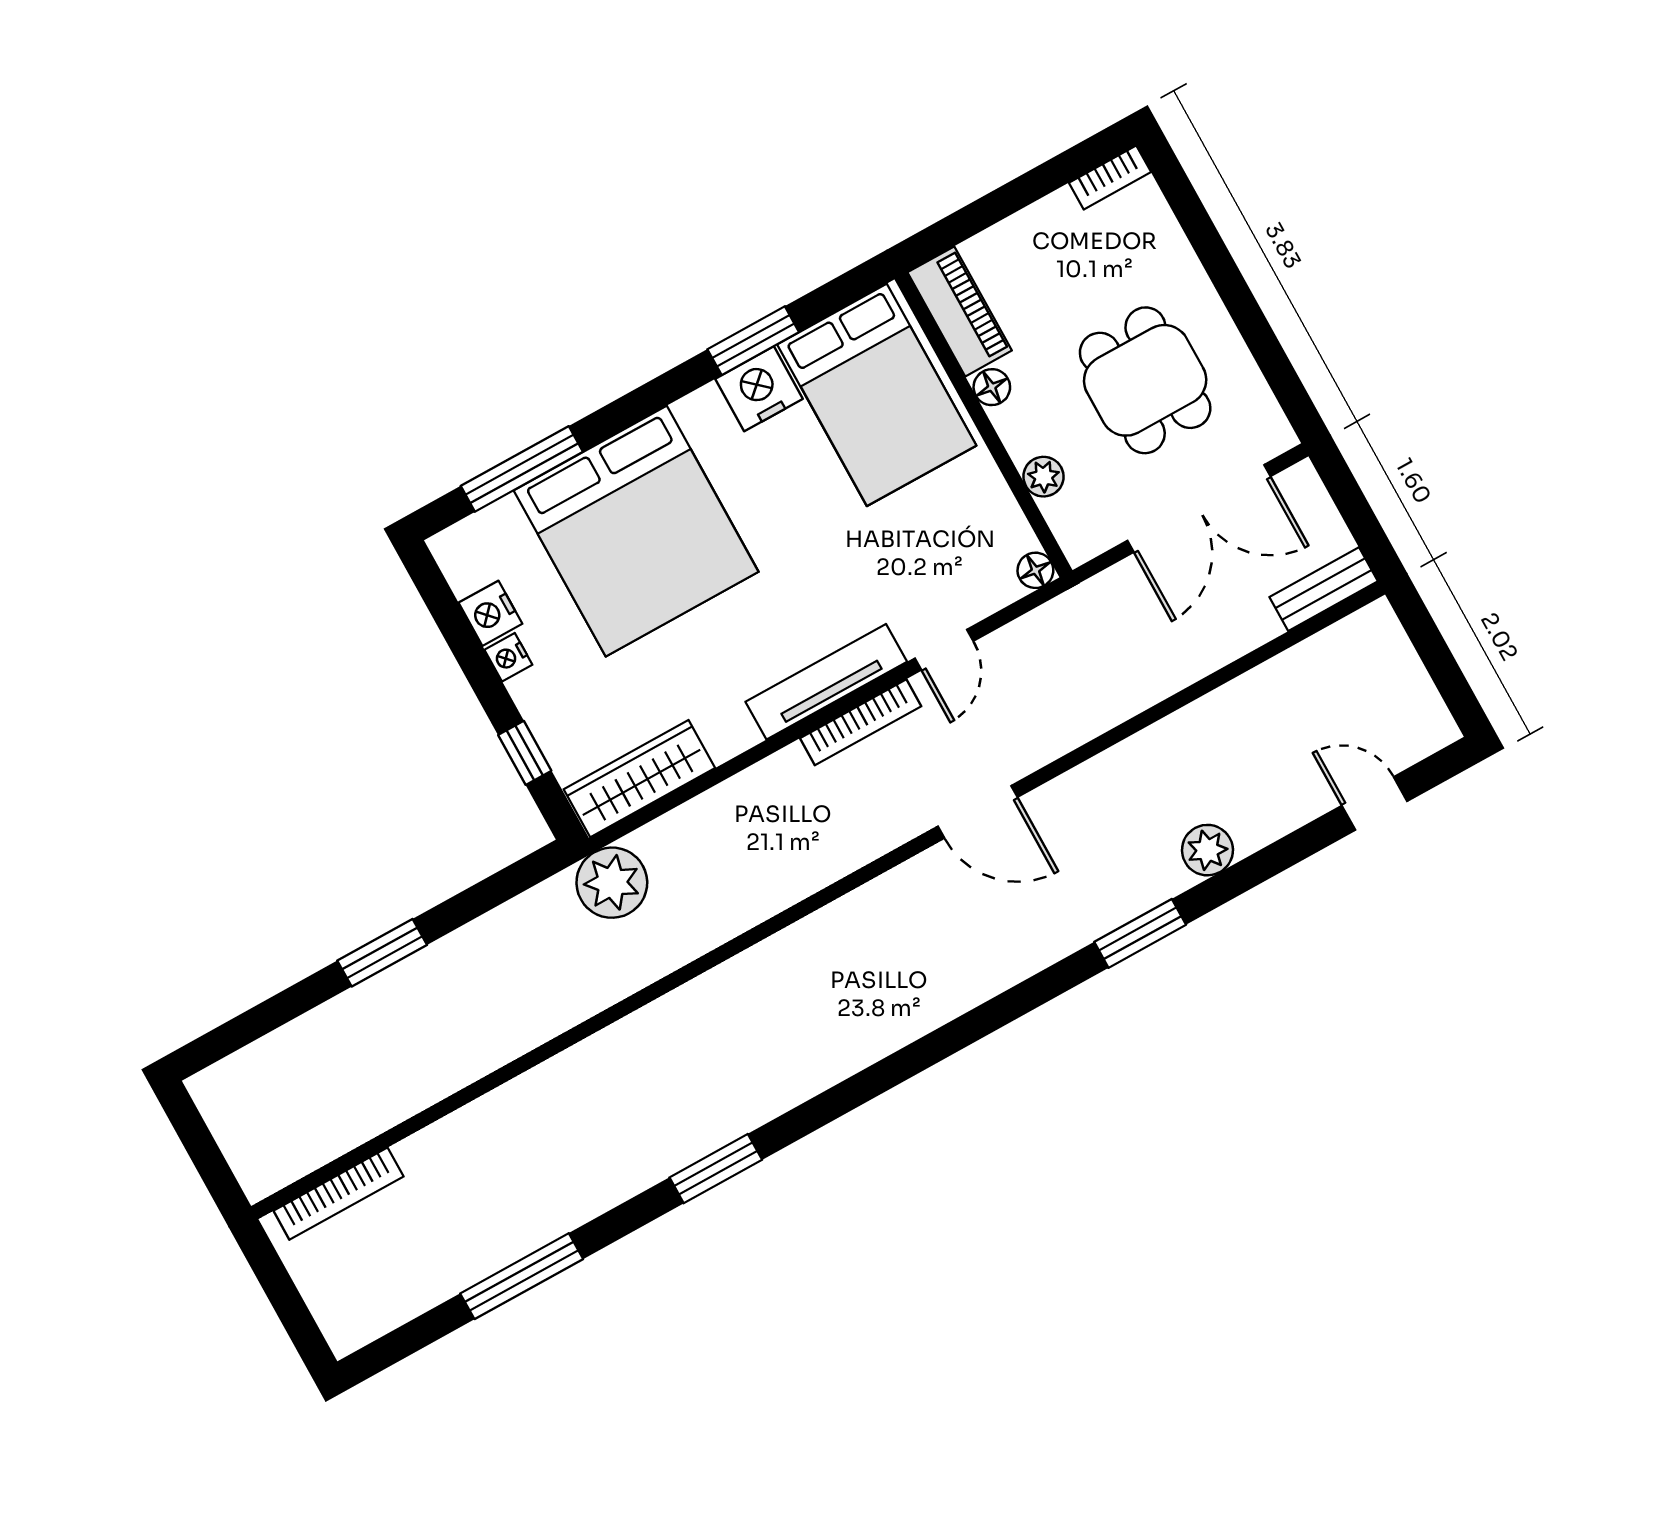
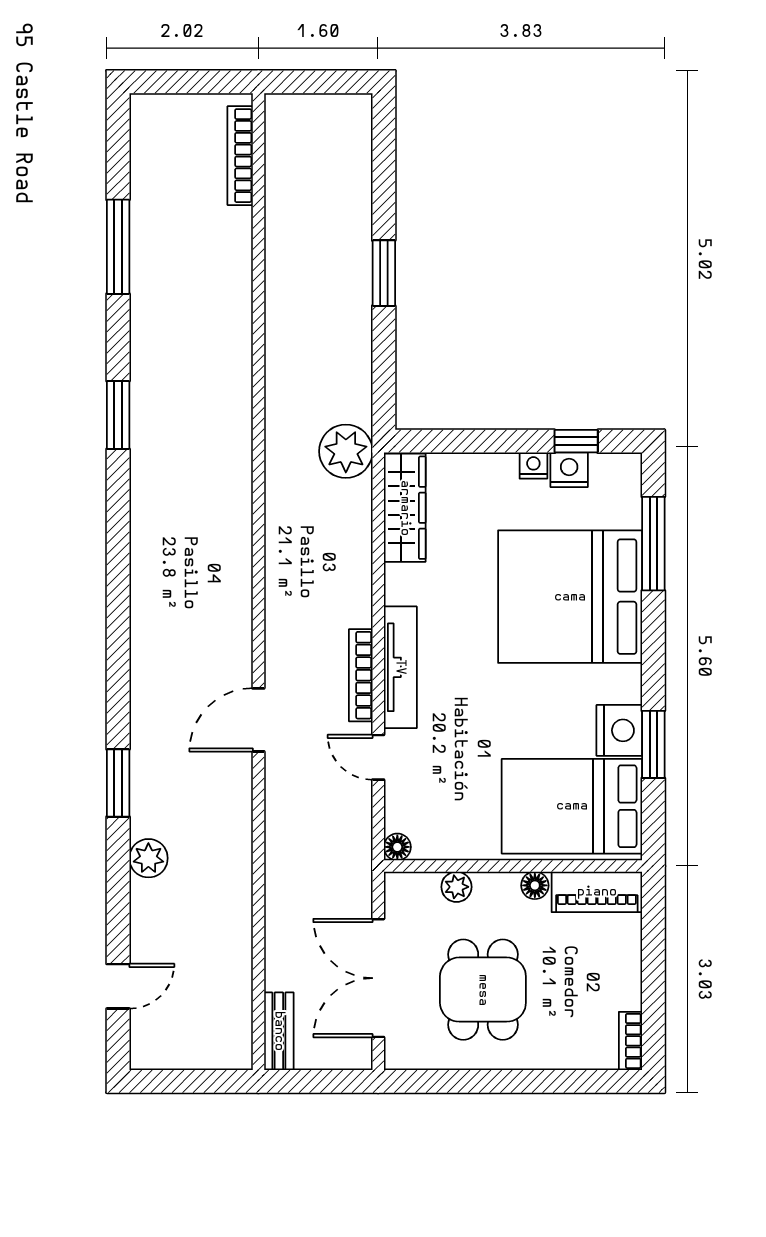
dining table: (1145, 380) -> (483, 990), turned 90
window: (525, 753) -> (576, 441), moved

